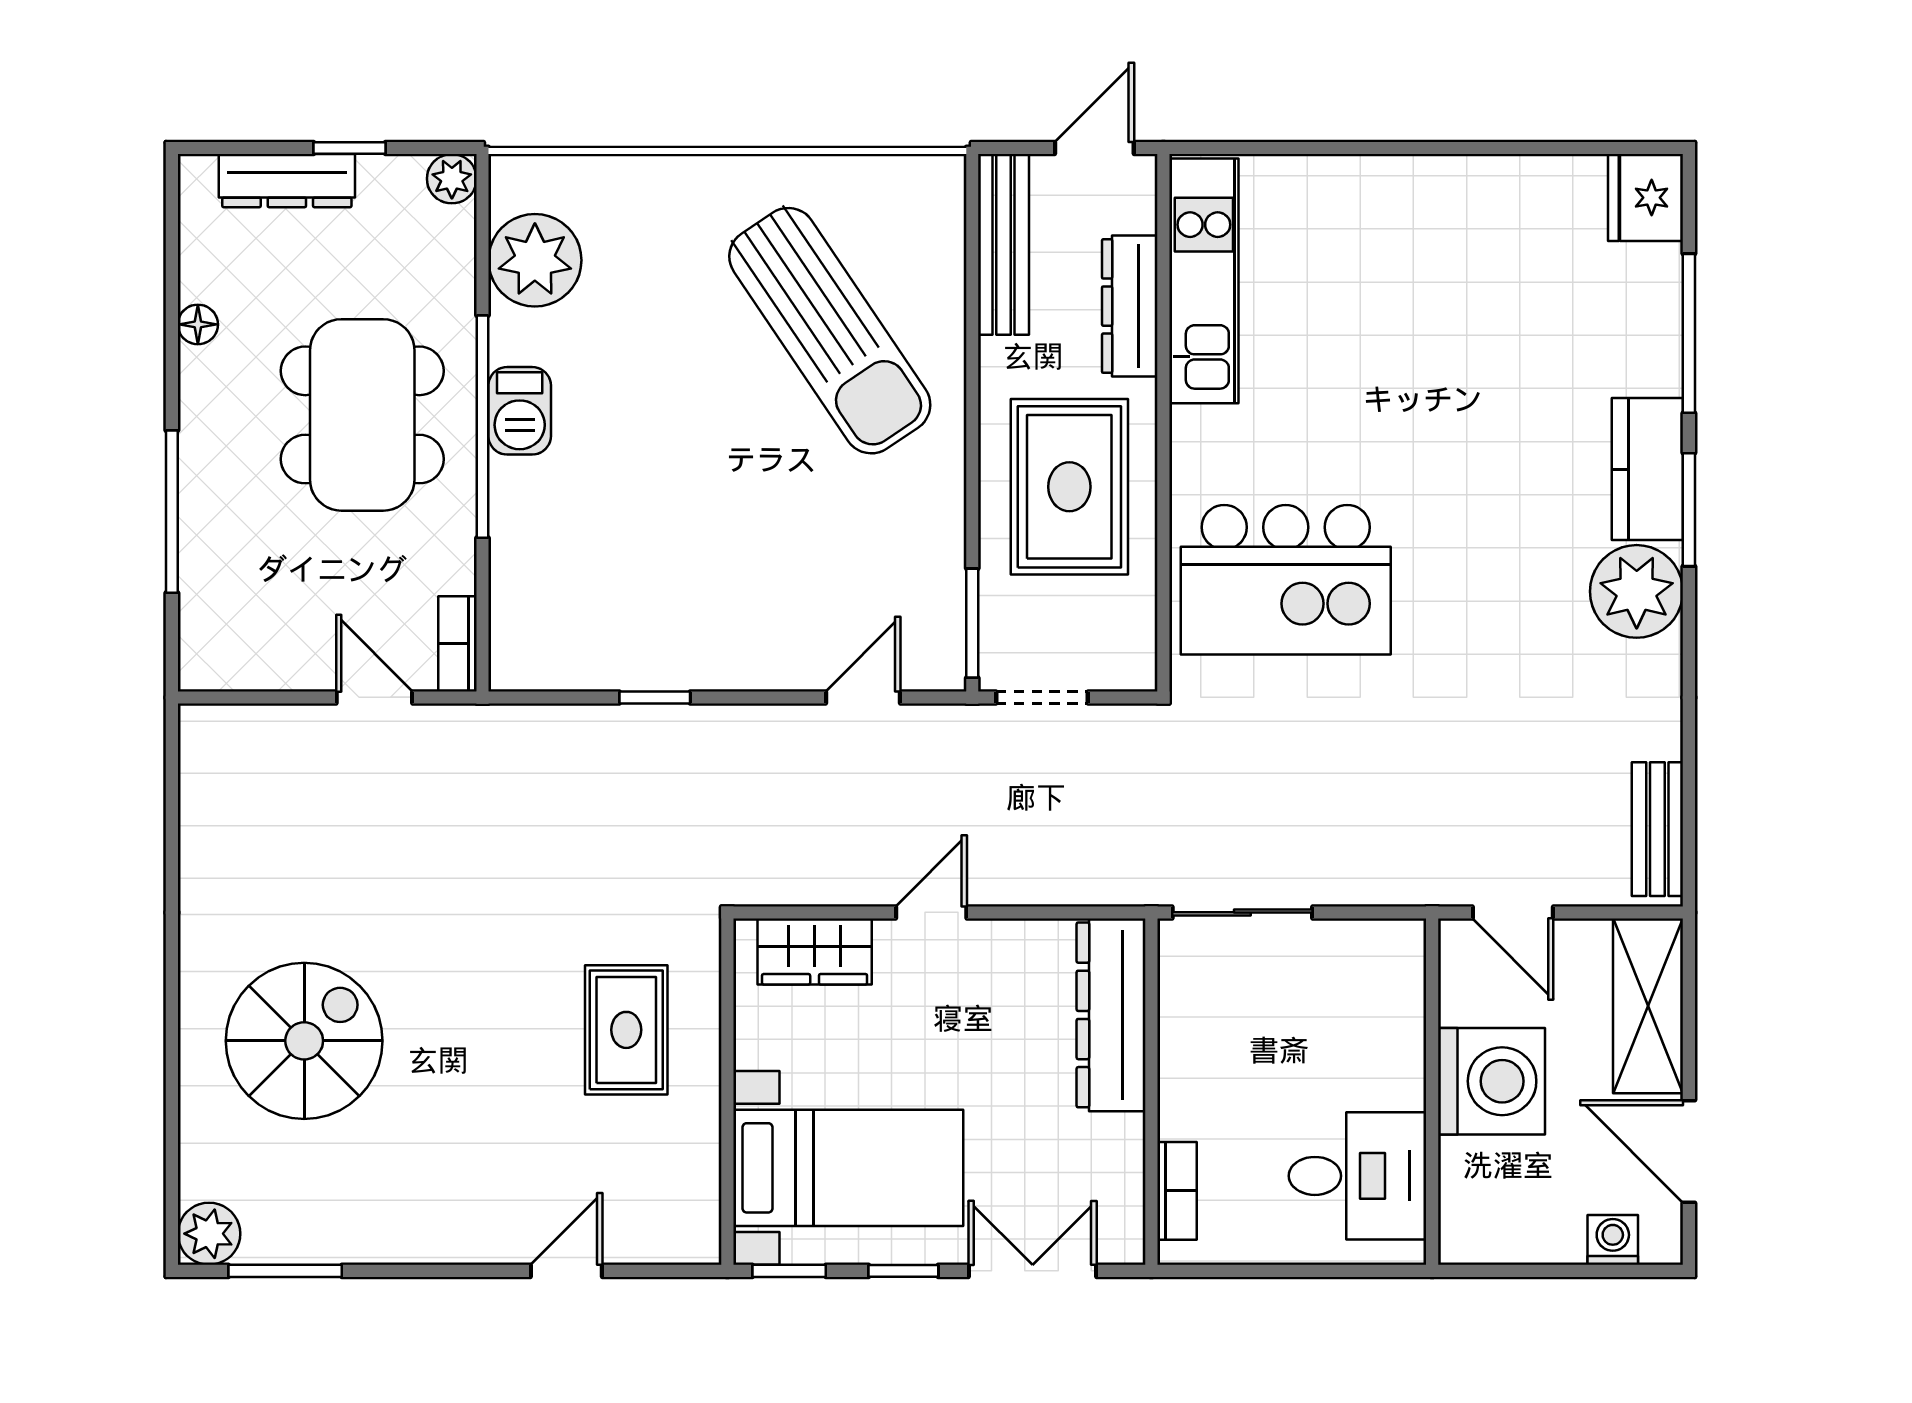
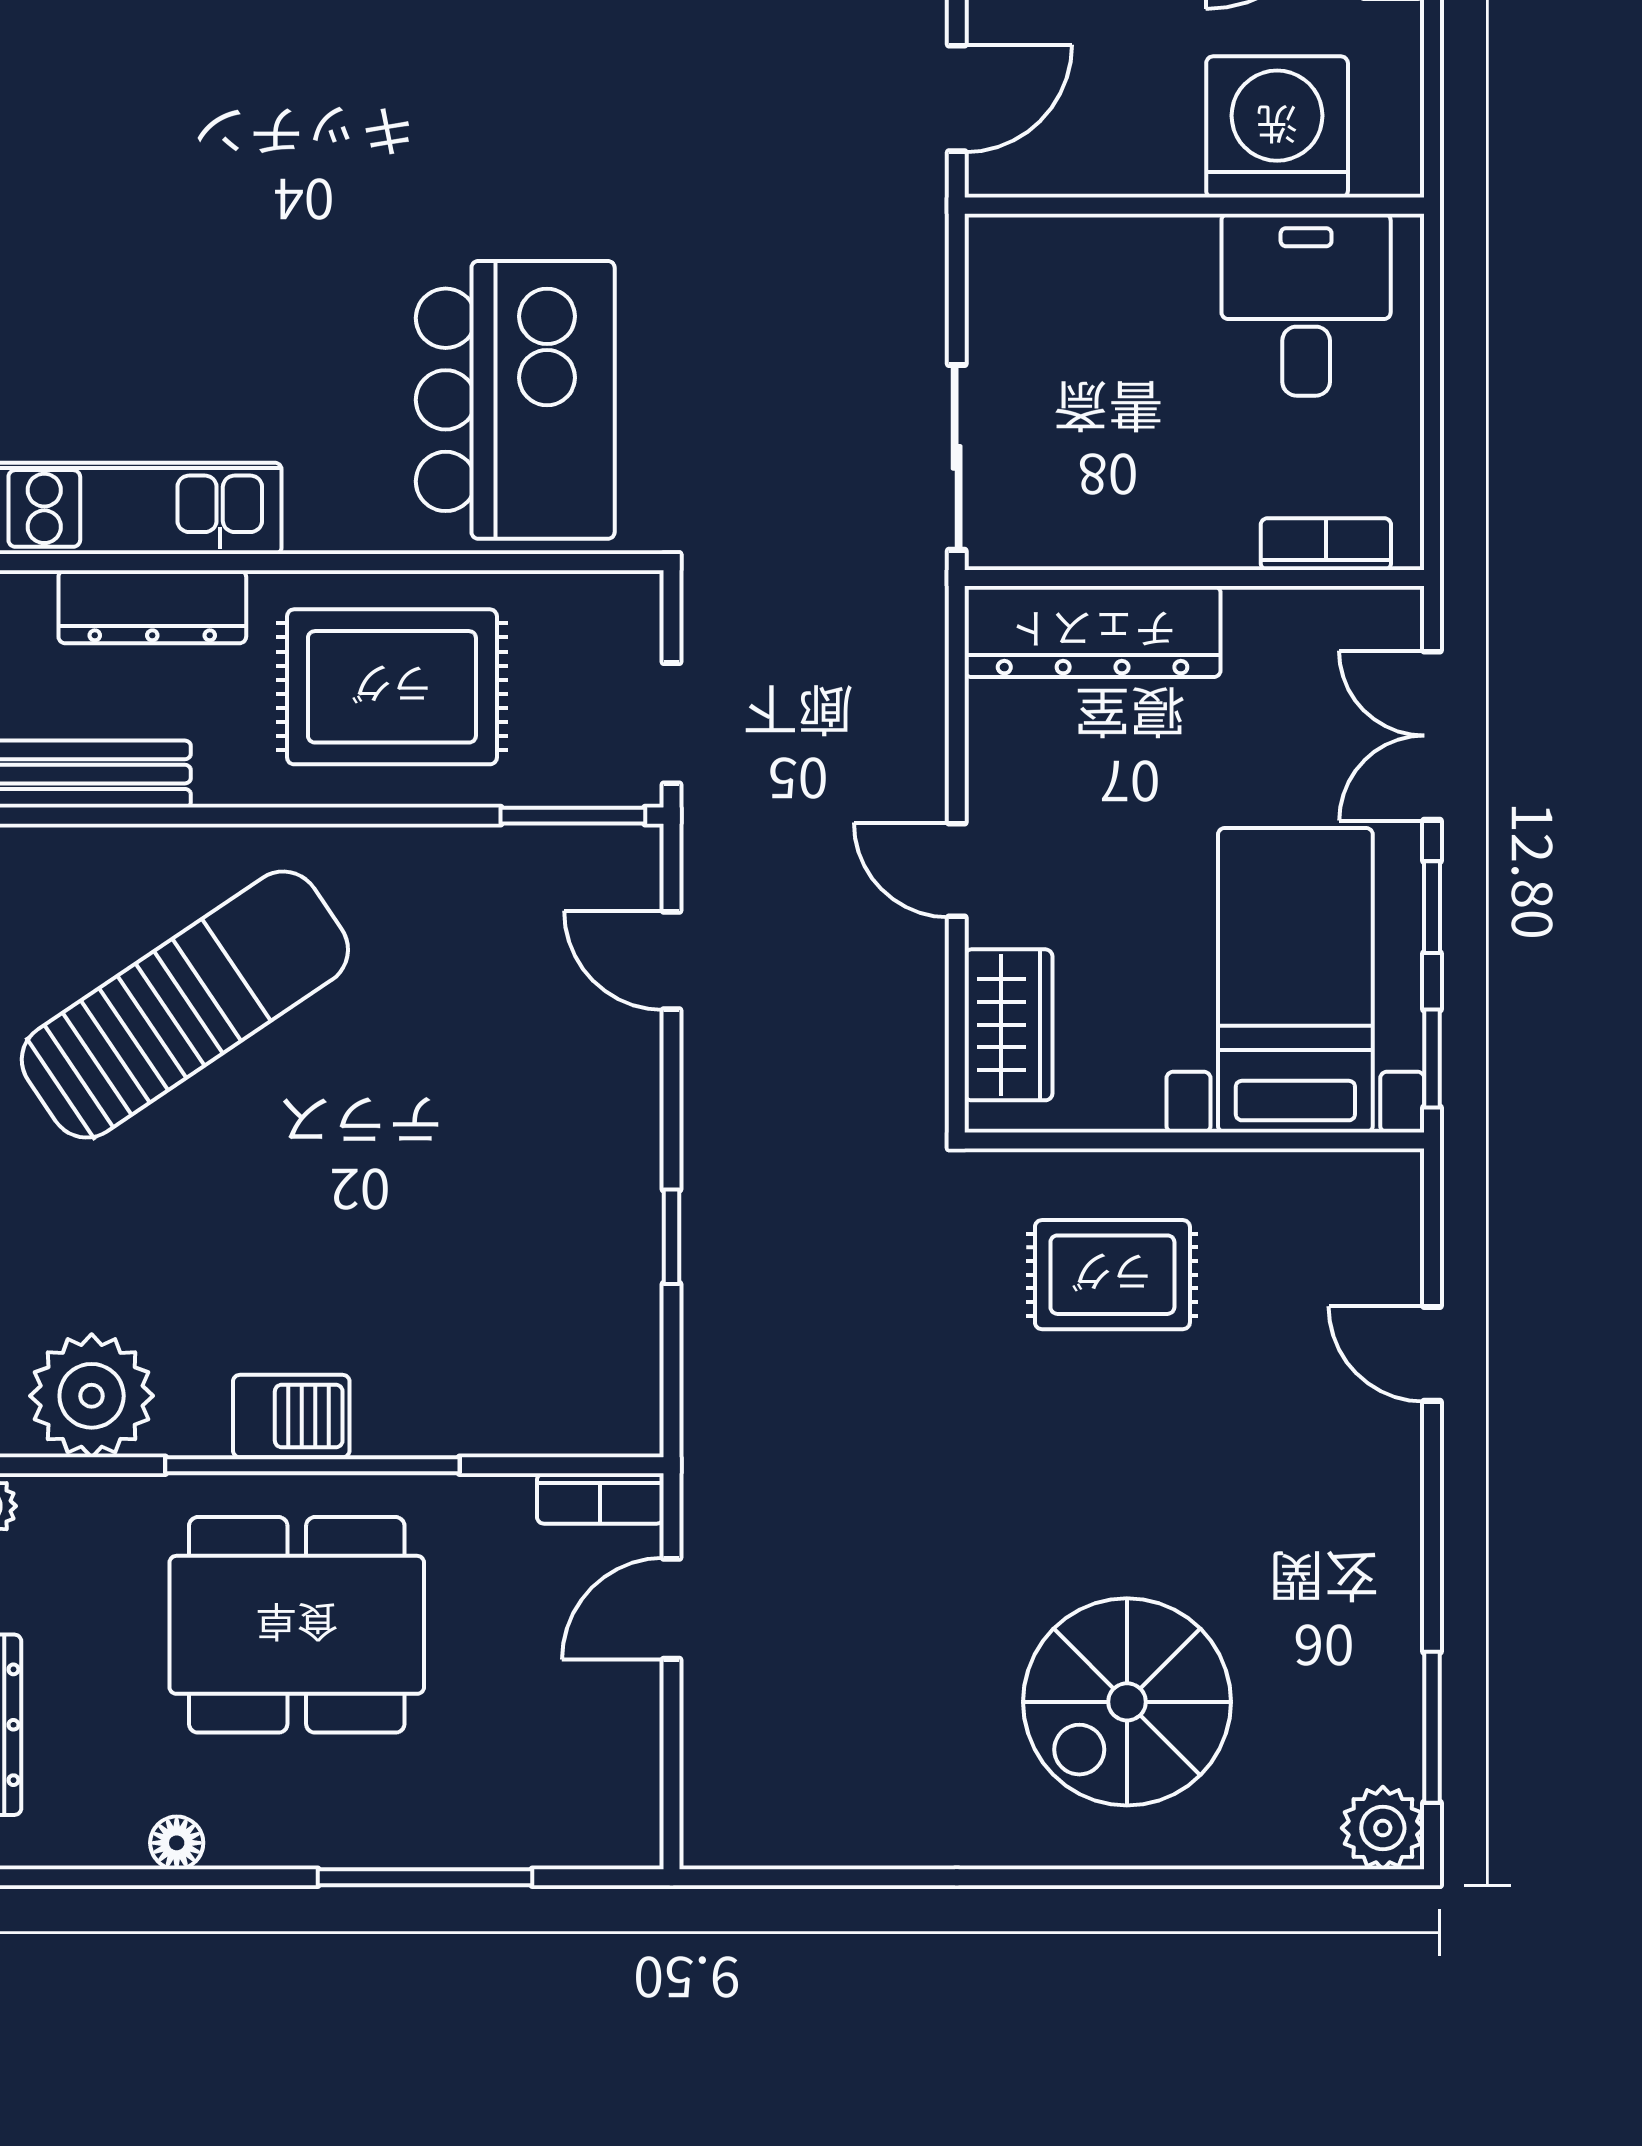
spiral stairs: (304, 1041) -> (1127, 1702), turned -90
washing machine: (1491, 1081) -> (1277, 127), moved

